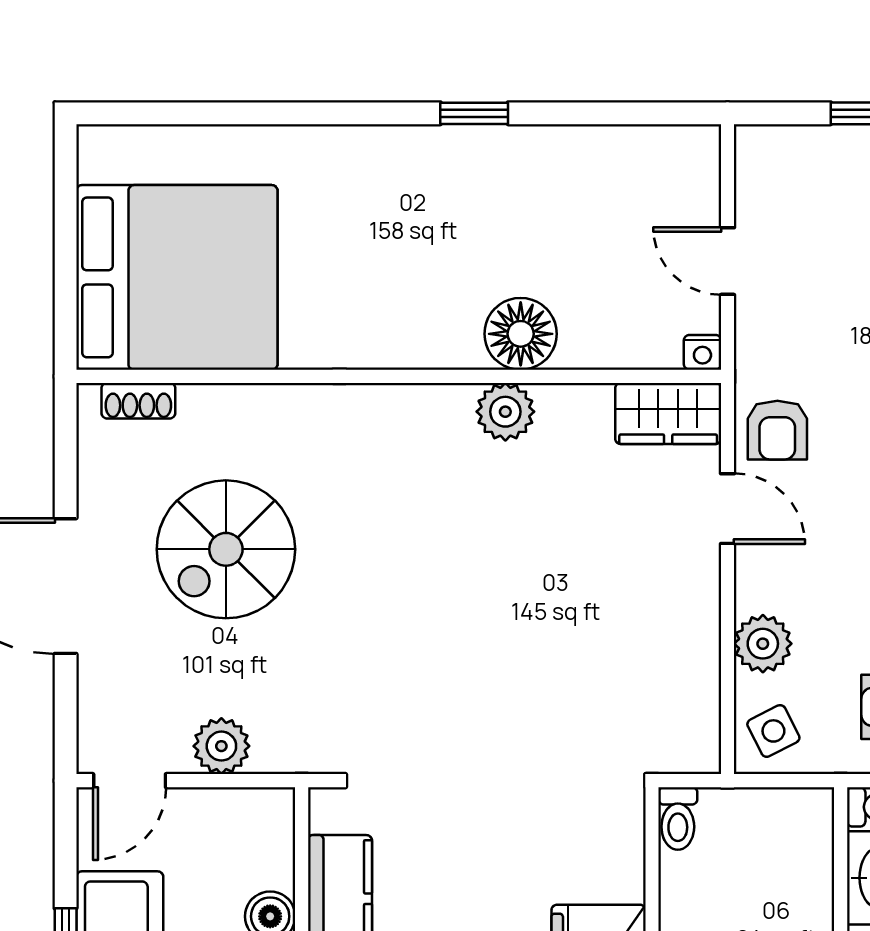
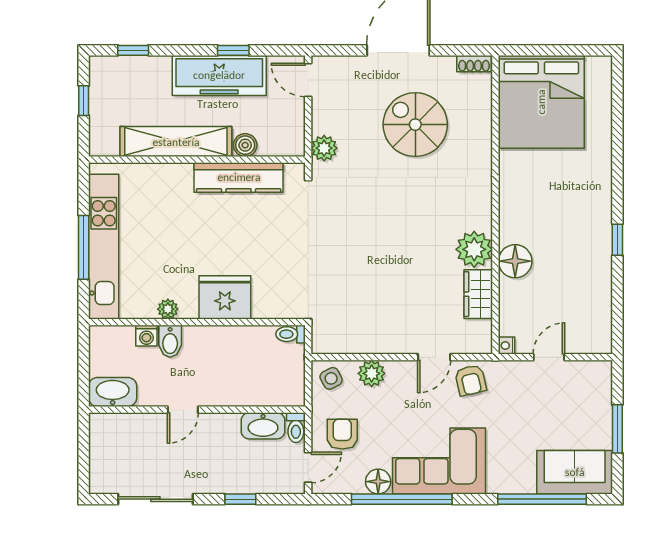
shoe rack: (138, 401) -> (474, 64), moved, turned -90
plant: (505, 412) -> (474, 249), width x1.36, depth x1.36
wardrobe: (668, 413) -> (478, 294), moved
armchair: (777, 430) -> (471, 380), turned -103
plant: (221, 746) -> (324, 148), moved

